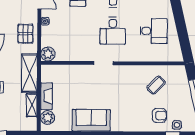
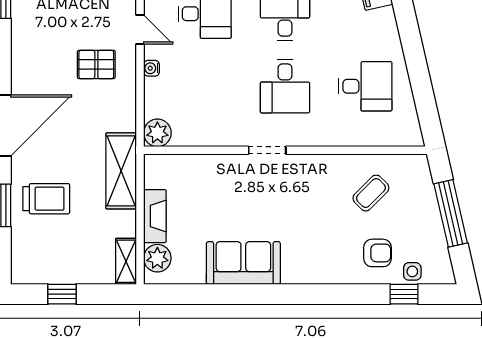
pallet: (25, 34) -> (96, 64), moved, turned 90
shelving: (32, 105) -> (126, 261), moved

